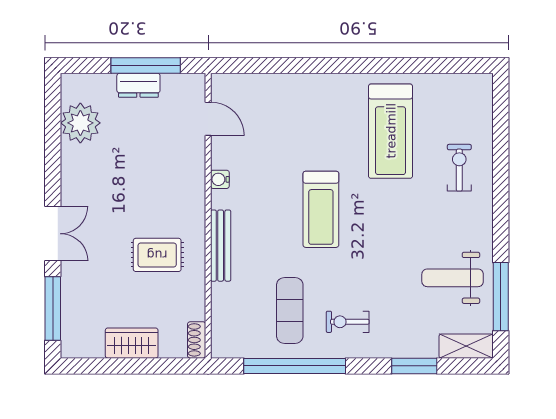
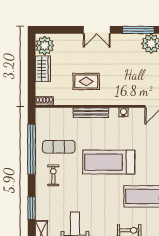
treadmill: (321, 209) -> (109, 162), width x1.37, depth x1.38
rug: (157, 255) -> (86, 81), turned 90
window: (53, 308) -> (138, 30), moved
plant: (84, 339) -> (45, 46), added

